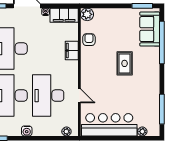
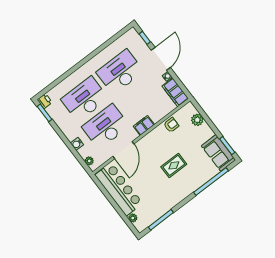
plant: (87, 14) -> (197, 120), moved
sofa: (150, 29) -> (218, 153), moved, turned -90
filing cabinet: (72, 50) -> (144, 125), moved
door: (79, 96) -> (123, 150), width x1.88
water cooler: (27, 131) -> (77, 144), moved

